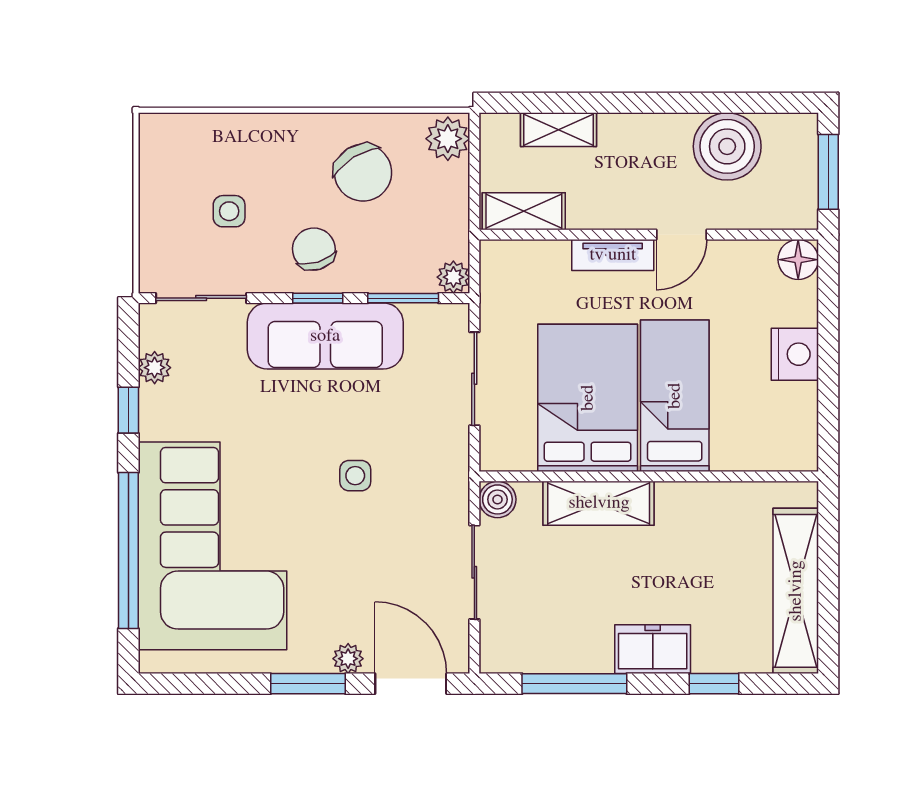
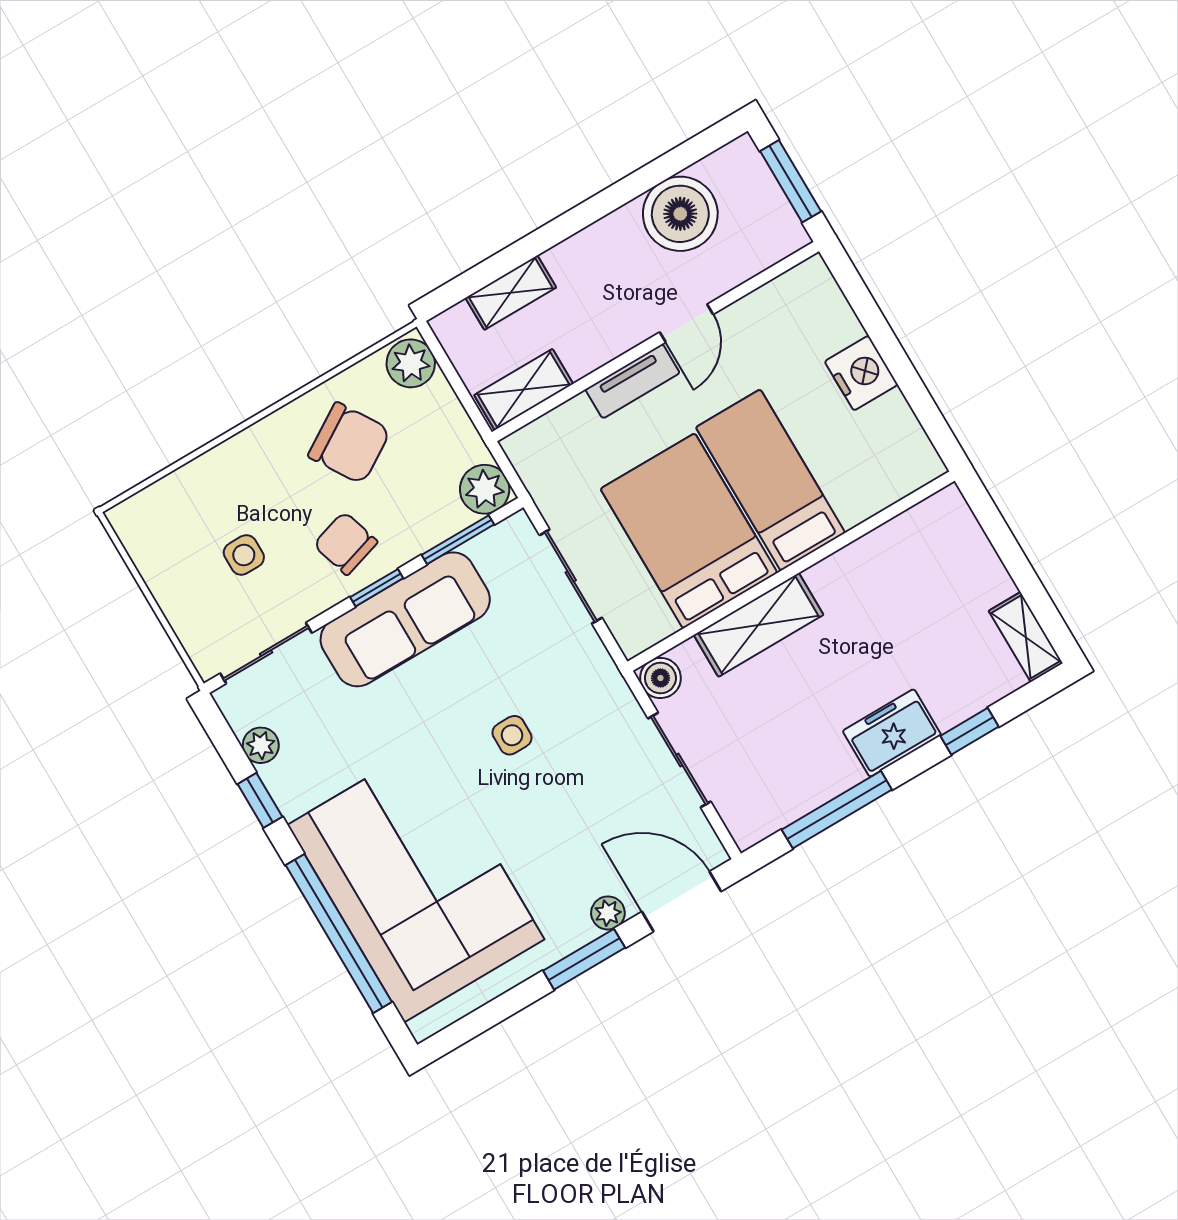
floor lamp: (798, 260) -> (811, 281), removed
plant: (453, 277) -> (485, 489), width x1.38, depth x1.38
shelving: (796, 591) -> (1026, 637), width x0.45, depth x0.75

